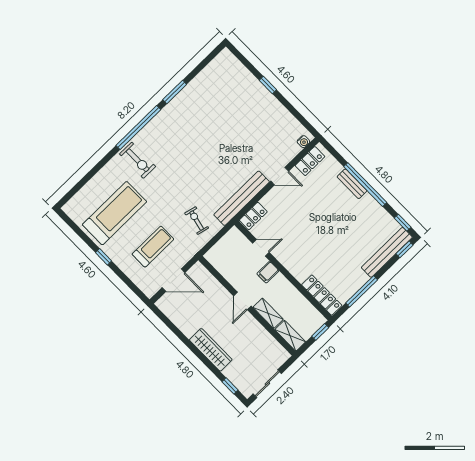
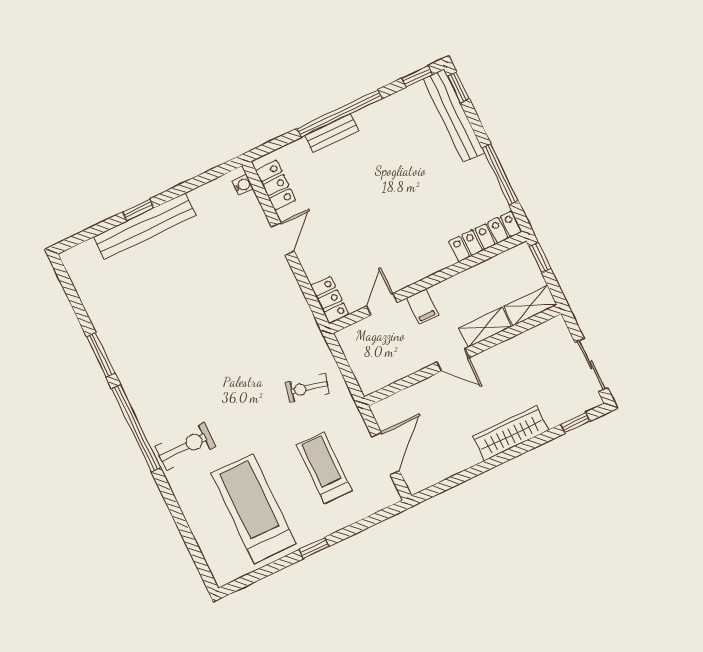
bench: (242, 198) -> (145, 226), moved, turned 90

